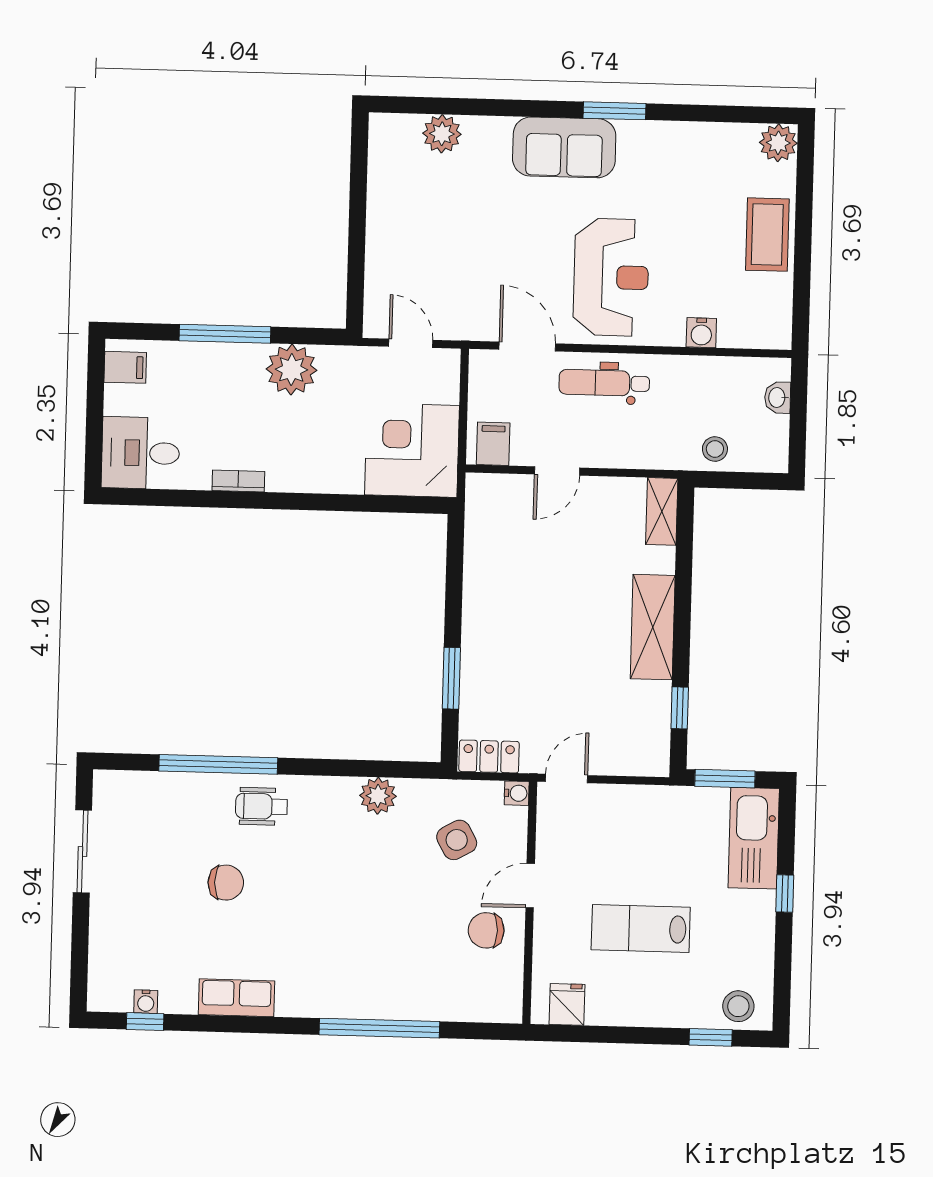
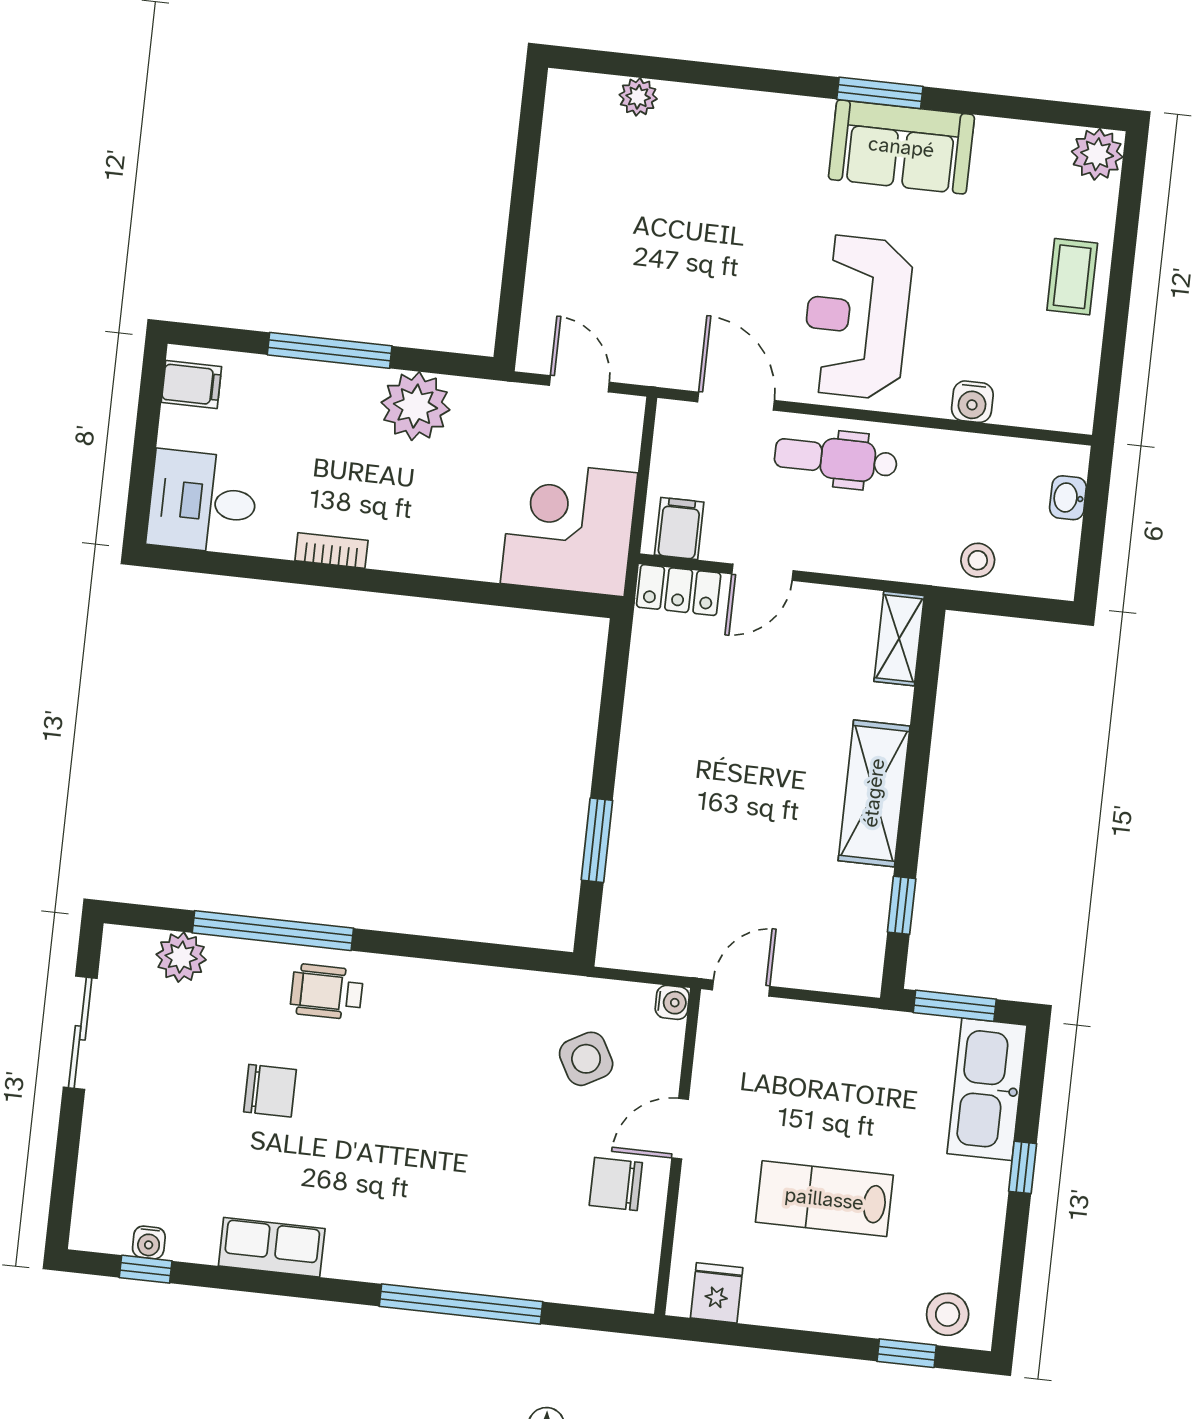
plant: (442, 134) -> (638, 97), width x0.73, depth x0.73
sofa: (564, 147) -> (901, 147), moved
coffee table: (767, 235) -> (1072, 277), width x0.73, depth x0.77
reception desk: (611, 277) -> (857, 317), turned 180
locker: (489, 756) -> (679, 590), moved, turned 180
plant: (378, 796) -> (181, 957), moved

